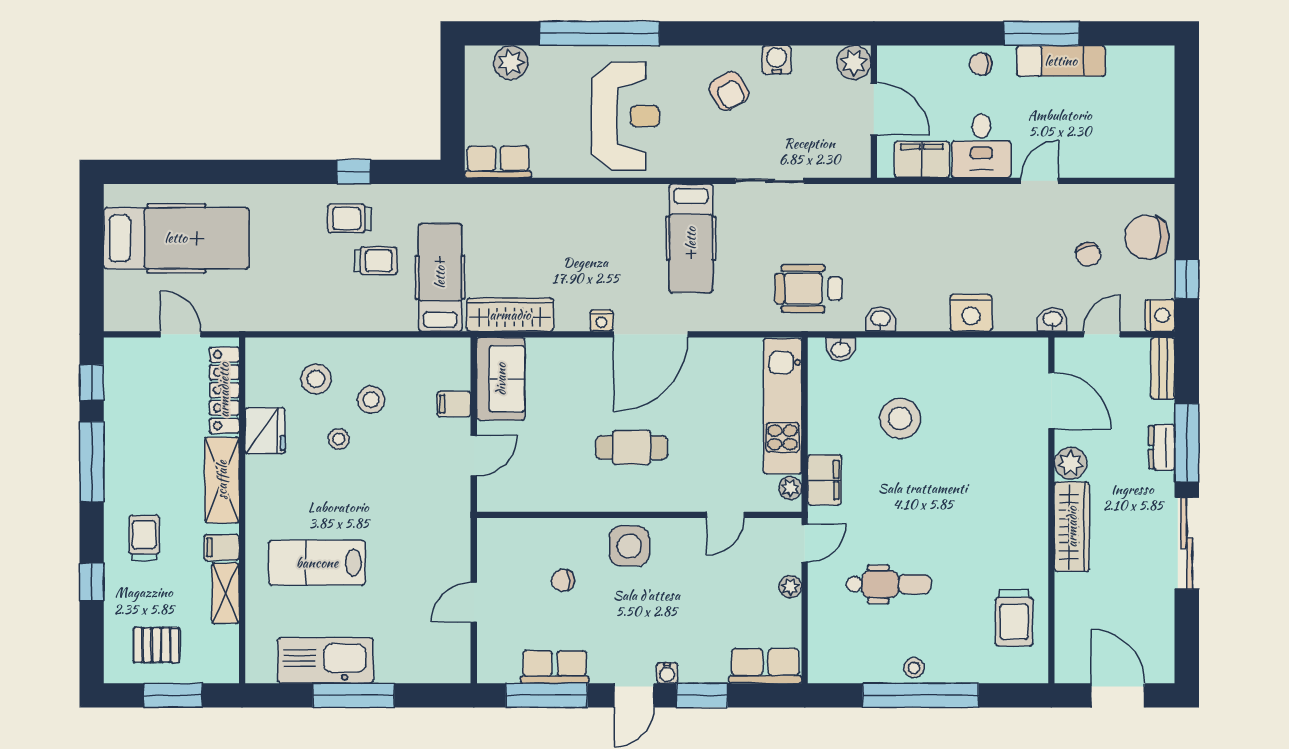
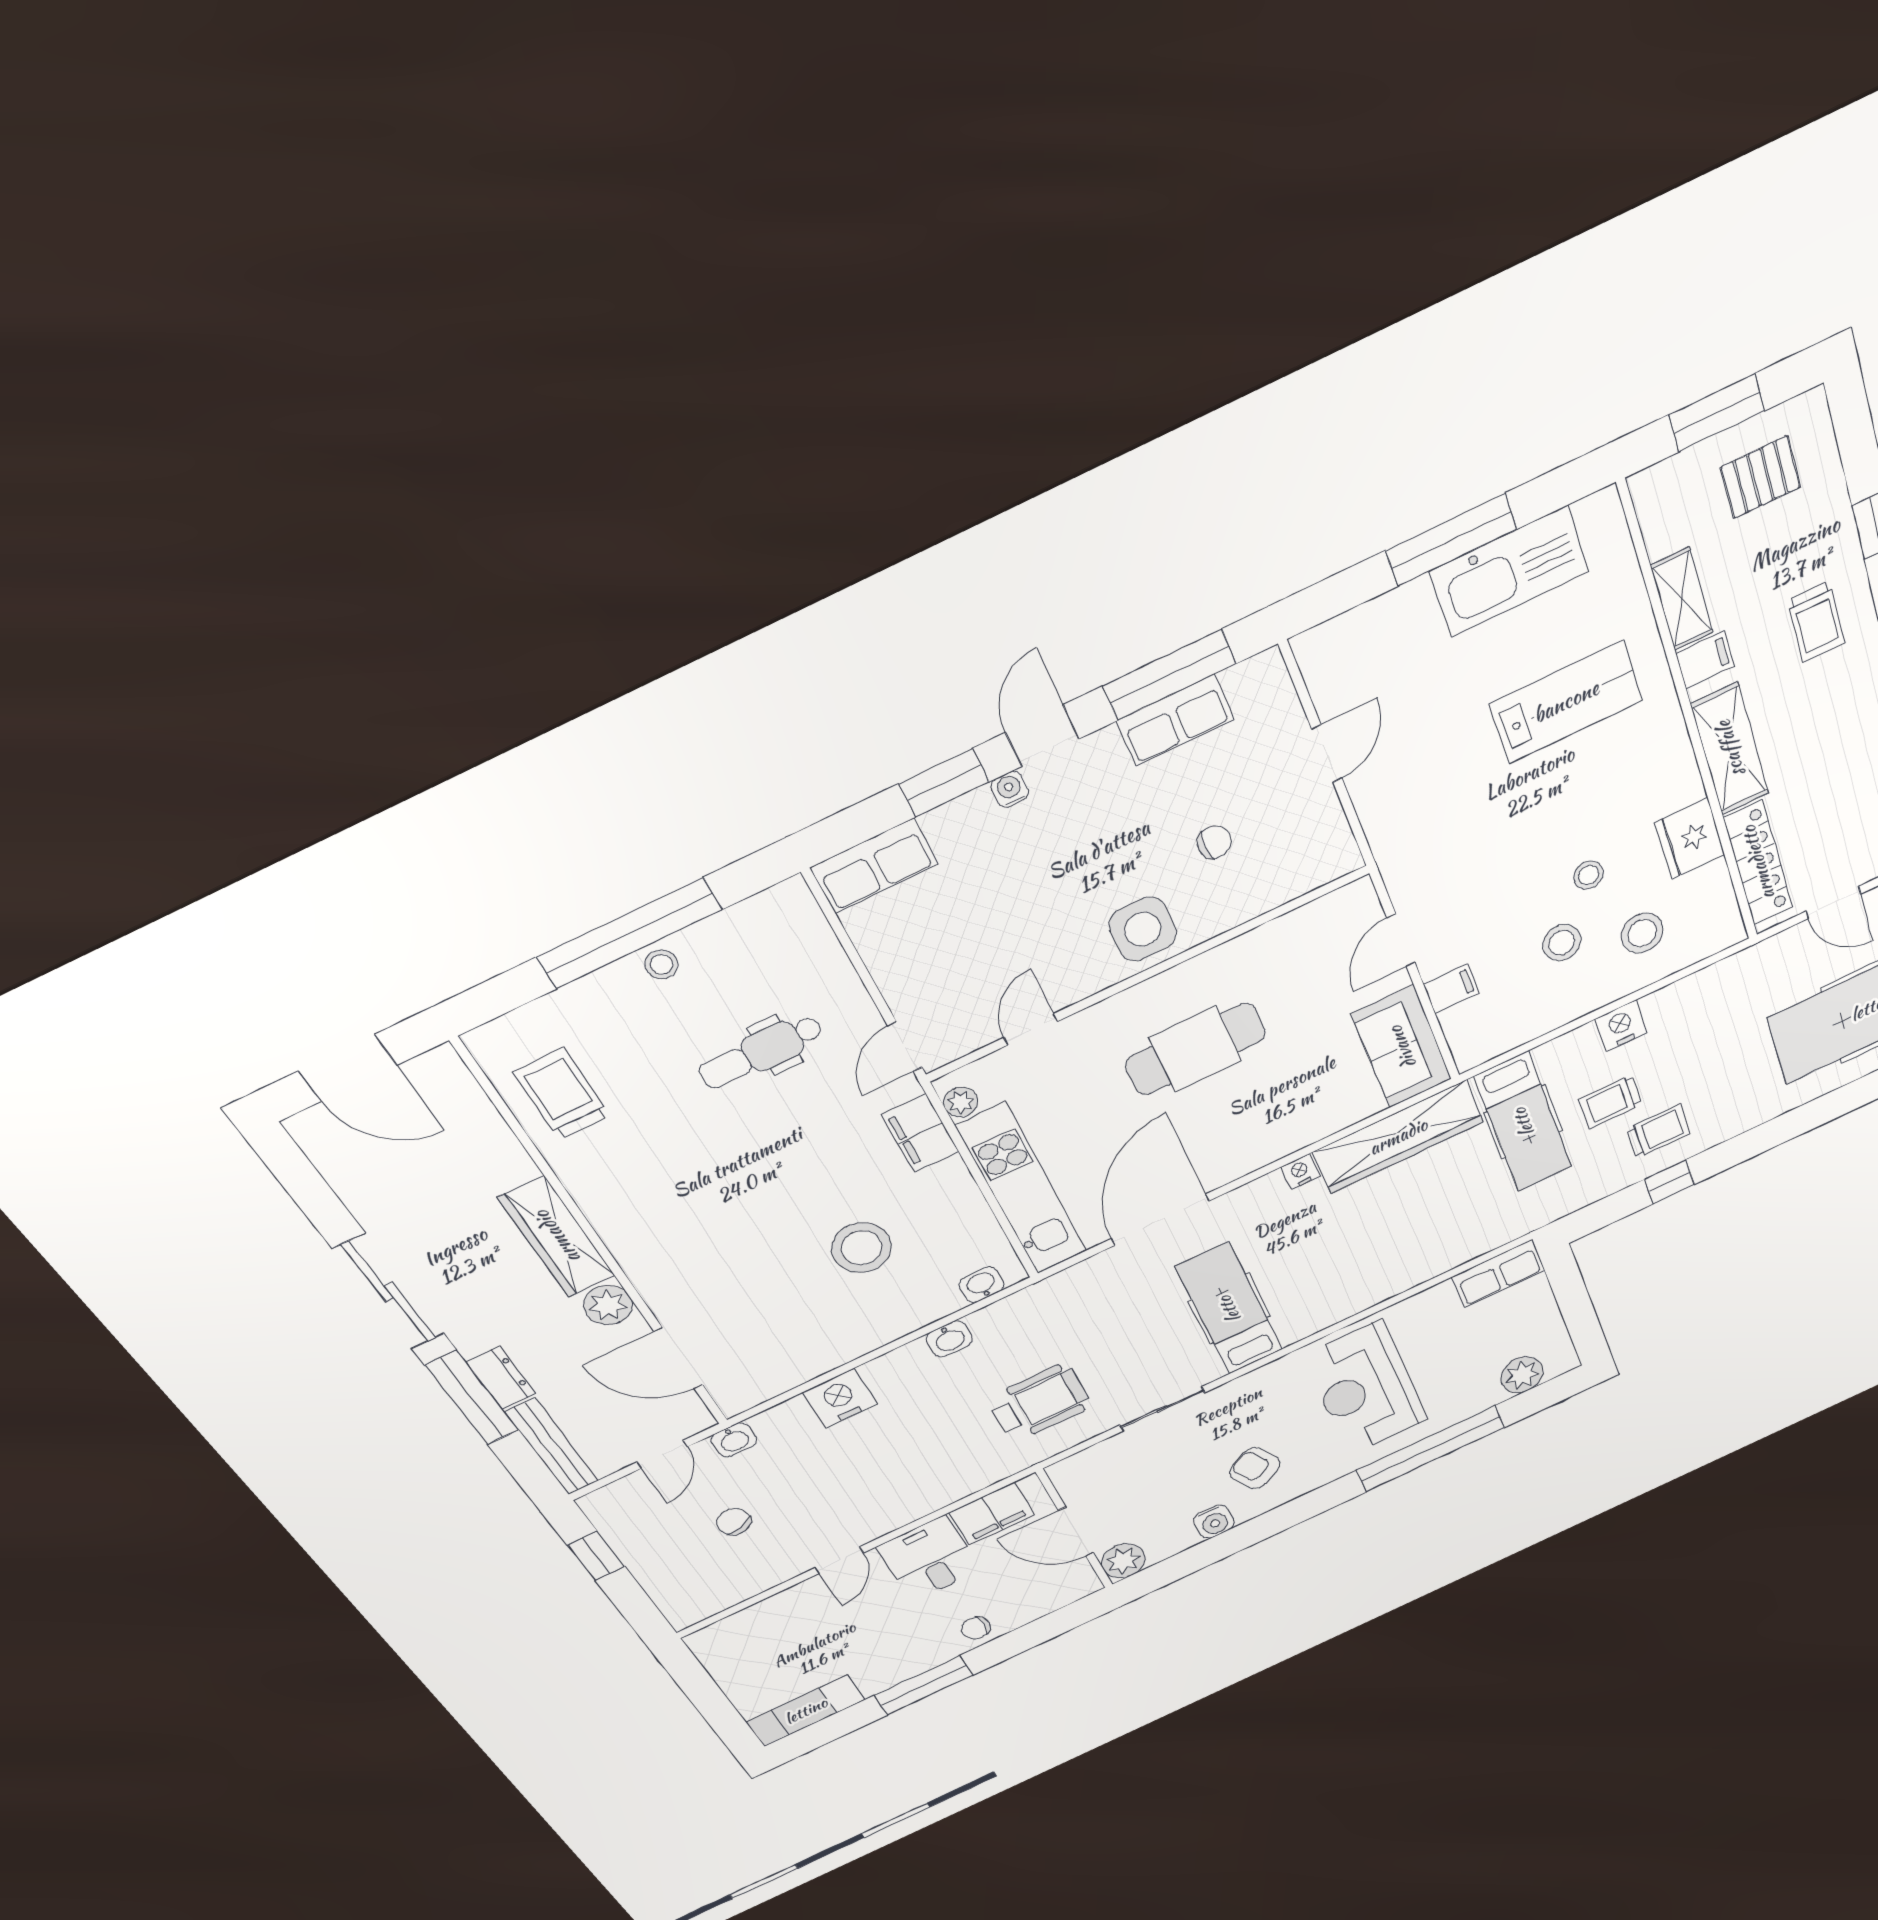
exam couch: (1061, 61) -> (806, 1711), moved
chair: (981, 64) -> (976, 1628), turned 180
chair: (1147, 237) -> (674, 1571), removed
wheelchair: (808, 289) -> (1040, 1403), moved
wardrobe: (510, 315) -> (1398, 1137), width x1.40, depth x1.17
nightstand: (1160, 315) -> (1621, 1026), moved, turned 90
door: (651, 334) -> (1160, 1220), moved
bench: (1163, 368) -> (552, 1447), width x1.36
cafe table: (632, 448) -> (1195, 1049), width x1.37, depth x1.35
plant: (790, 587) -> (895, 984), removed

